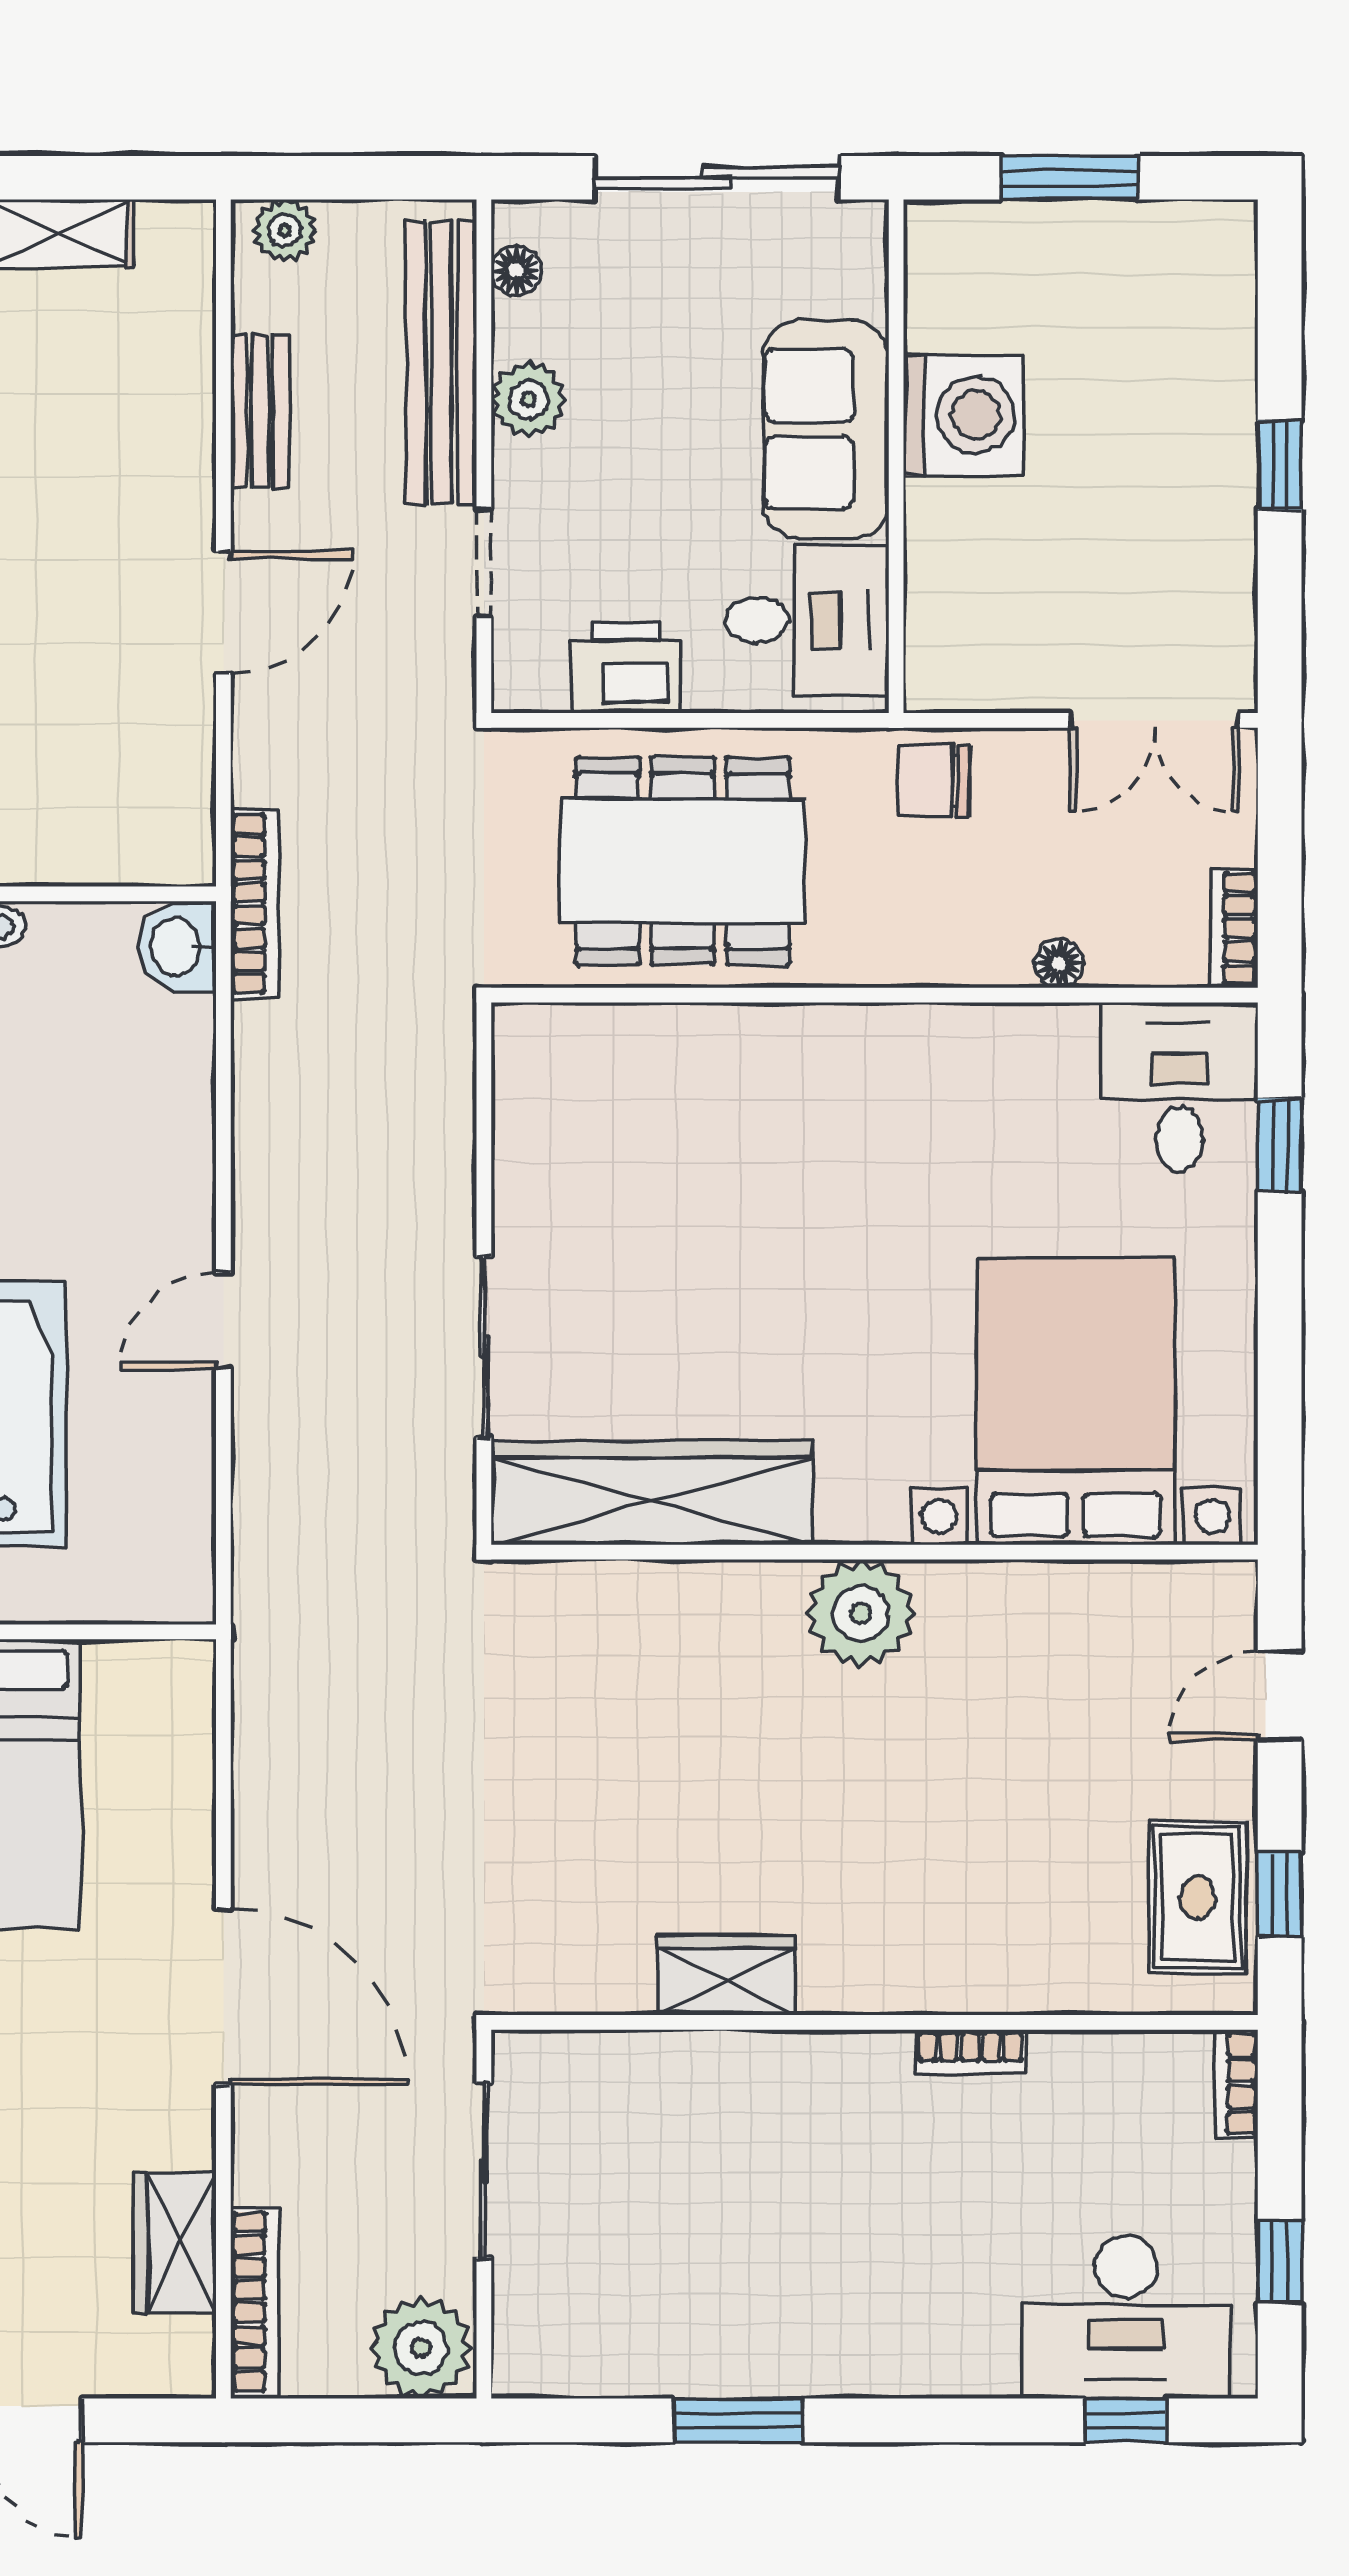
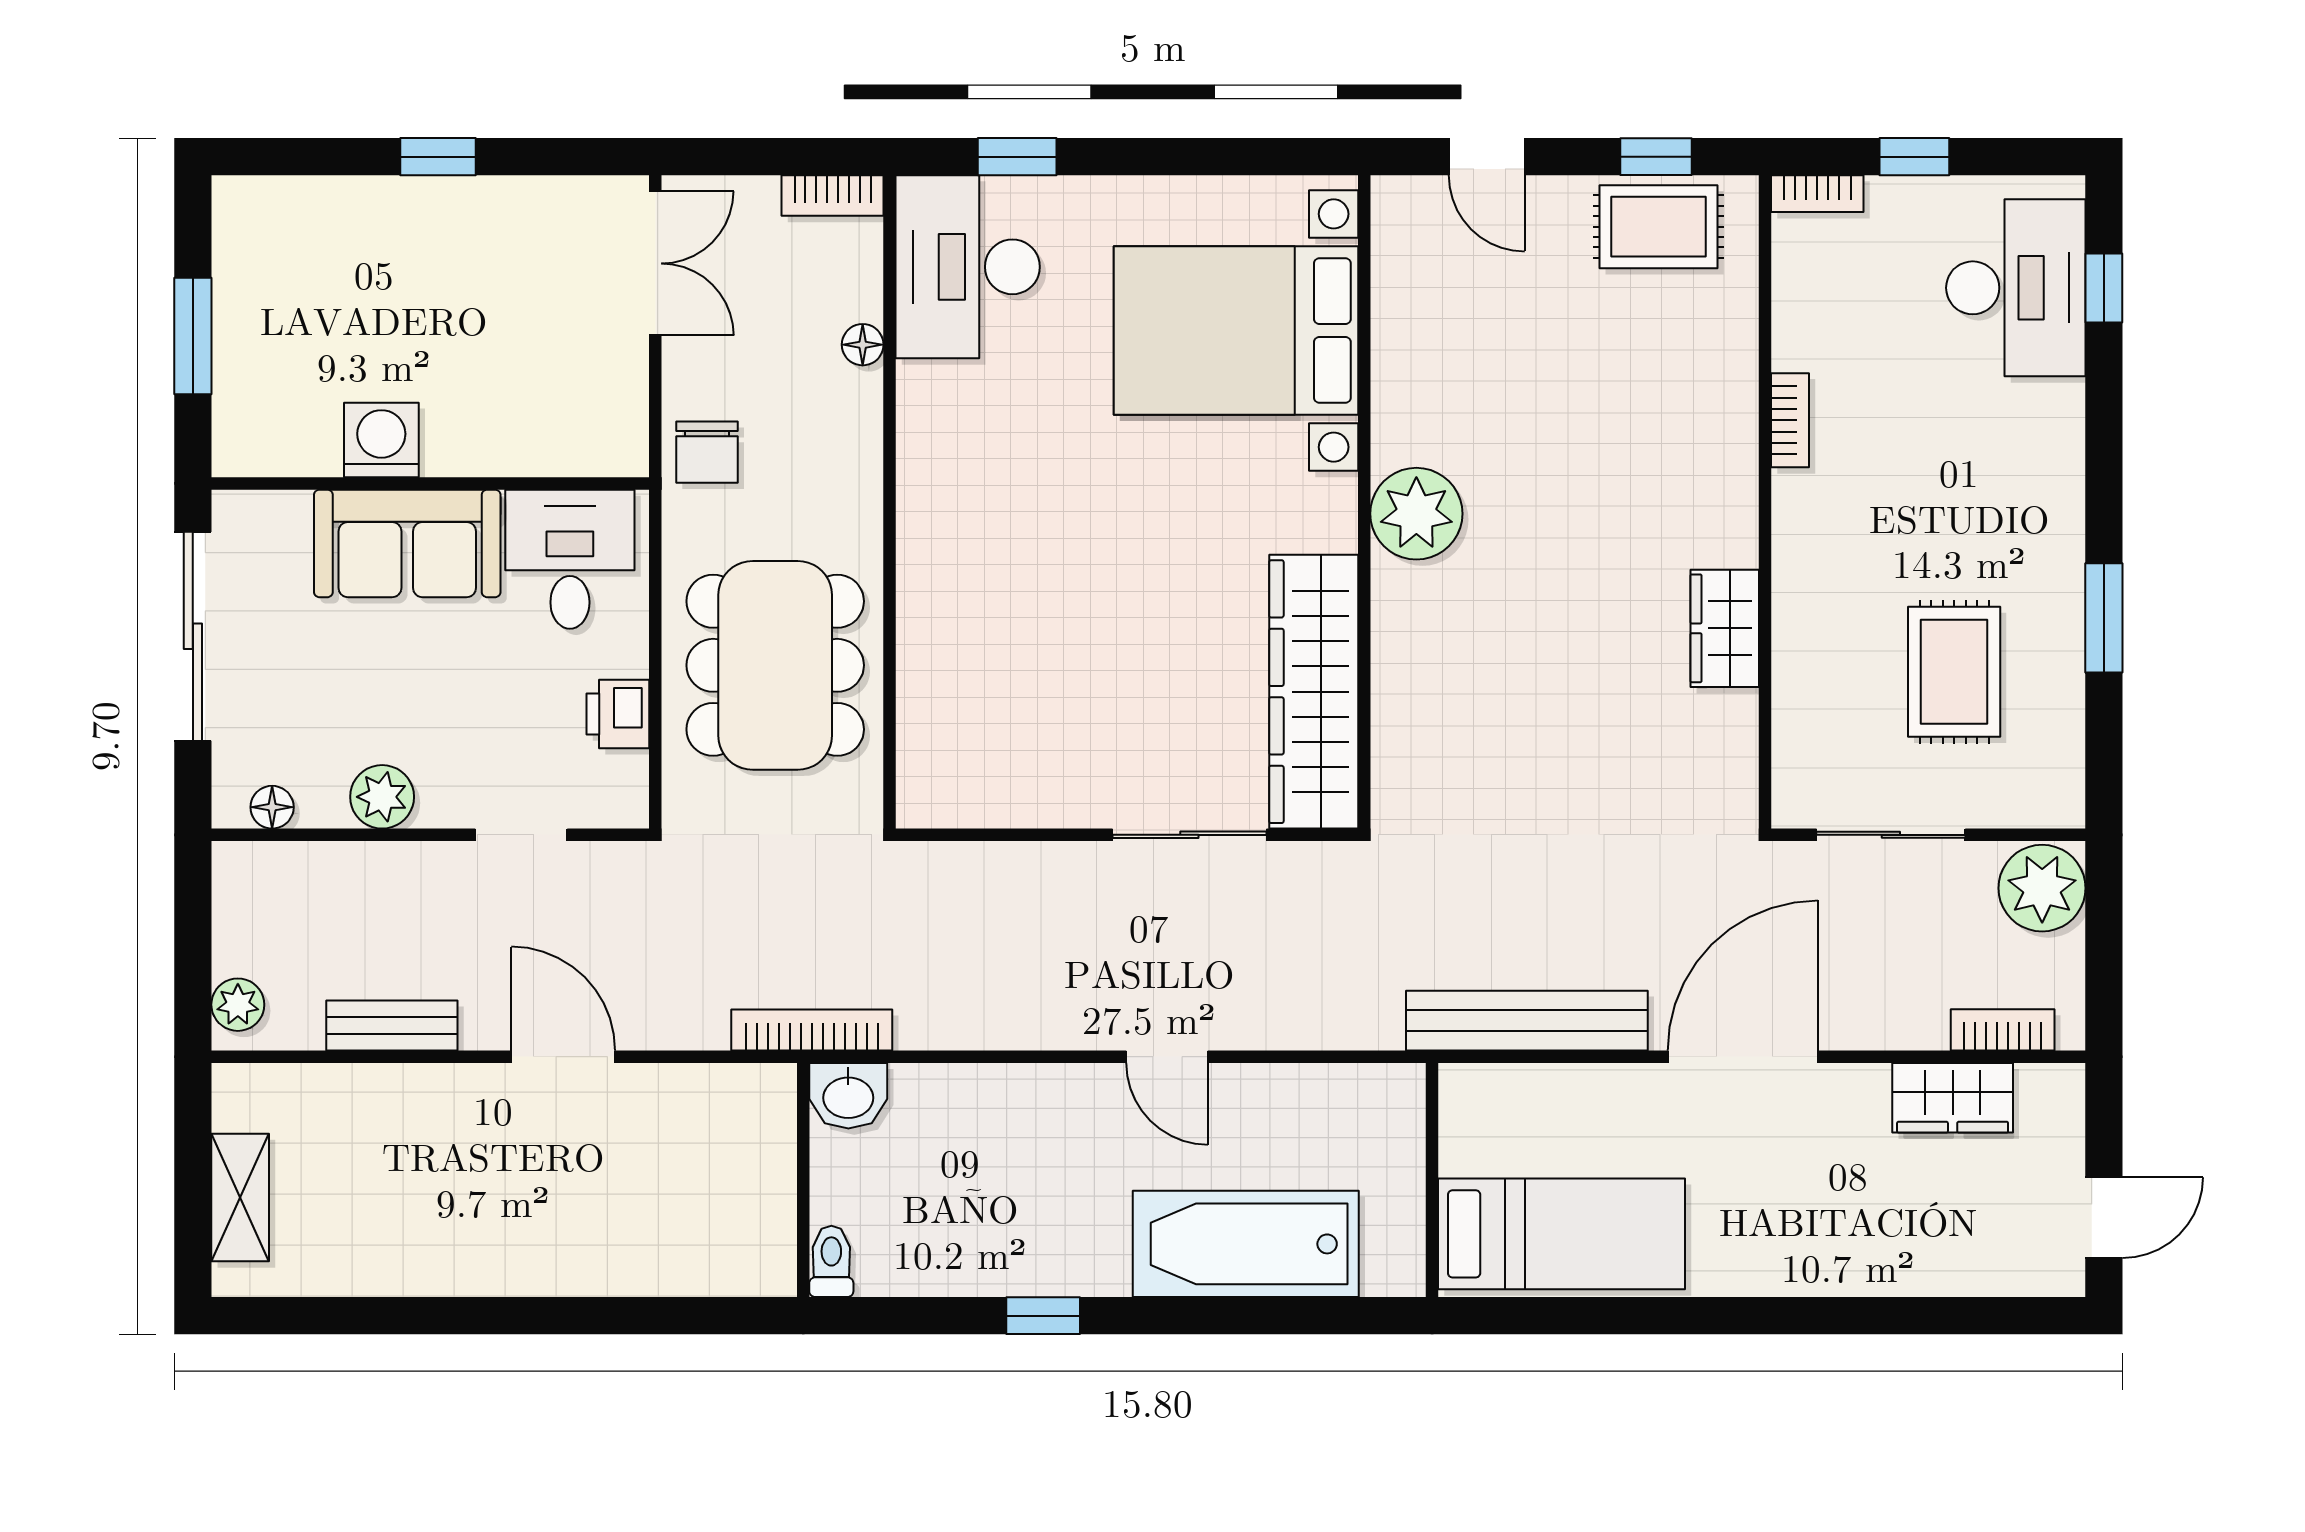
bench: (441, 362) -> (1527, 1021), moved
washing machine: (964, 415) -> (381, 440), width x0.73, depth x0.73
printer: (626, 668) -> (618, 714), width x0.73, depth x0.81
desk: (1180, 1087) -> (968, 267), width x1.37
rug: (675, 2244) -> (1954, 672), added
window: (1280, 2262) -> (1914, 157), moved
bookcase: (255, 2301) -> (2003, 1030), width x0.64

